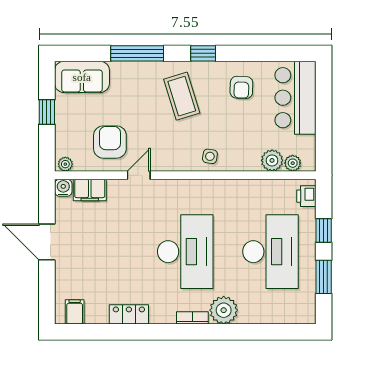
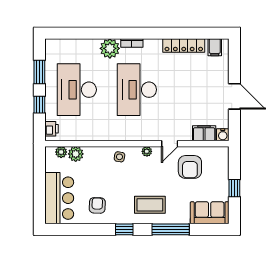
coffee table: (182, 96) -> (150, 205), moved, turned -73
plant: (65, 164) -> (147, 151), moved
locker: (129, 314) -> (184, 46), width x1.53

